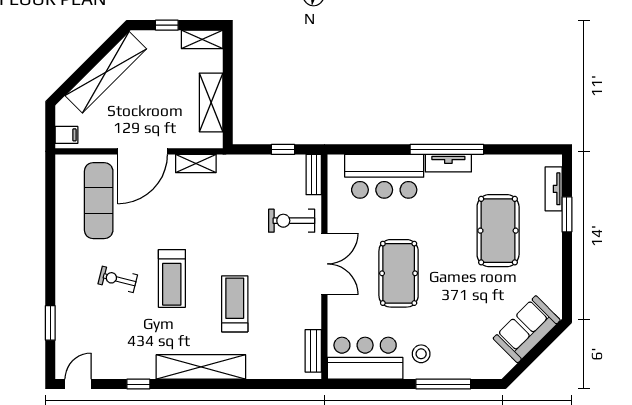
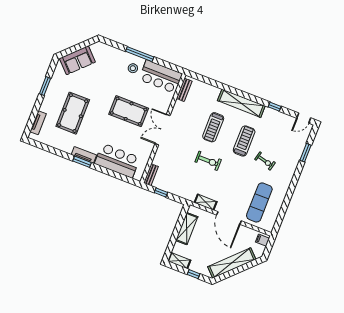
window: (447, 149) -> (82, 162), width x0.47
door: (143, 151) -> (229, 218), swing flipped
window: (567, 214) -> (45, 86), moved
exercise bike: (292, 221) -> (208, 161), moved
pool table: (399, 273) -> (129, 111), turned 90
treadmill: (172, 278) -> (244, 141), moved
window: (443, 384) -> (140, 54), moved

